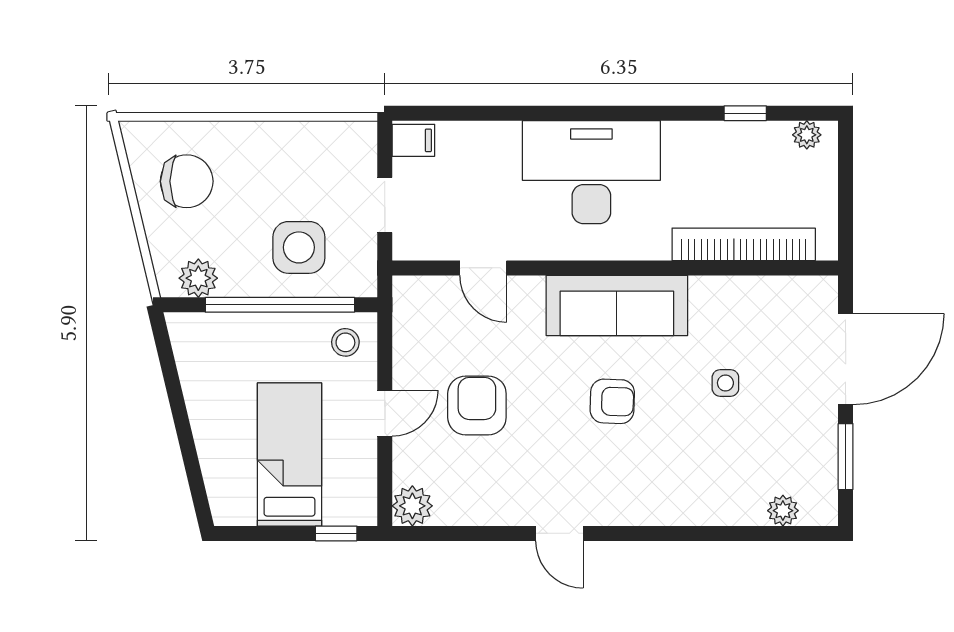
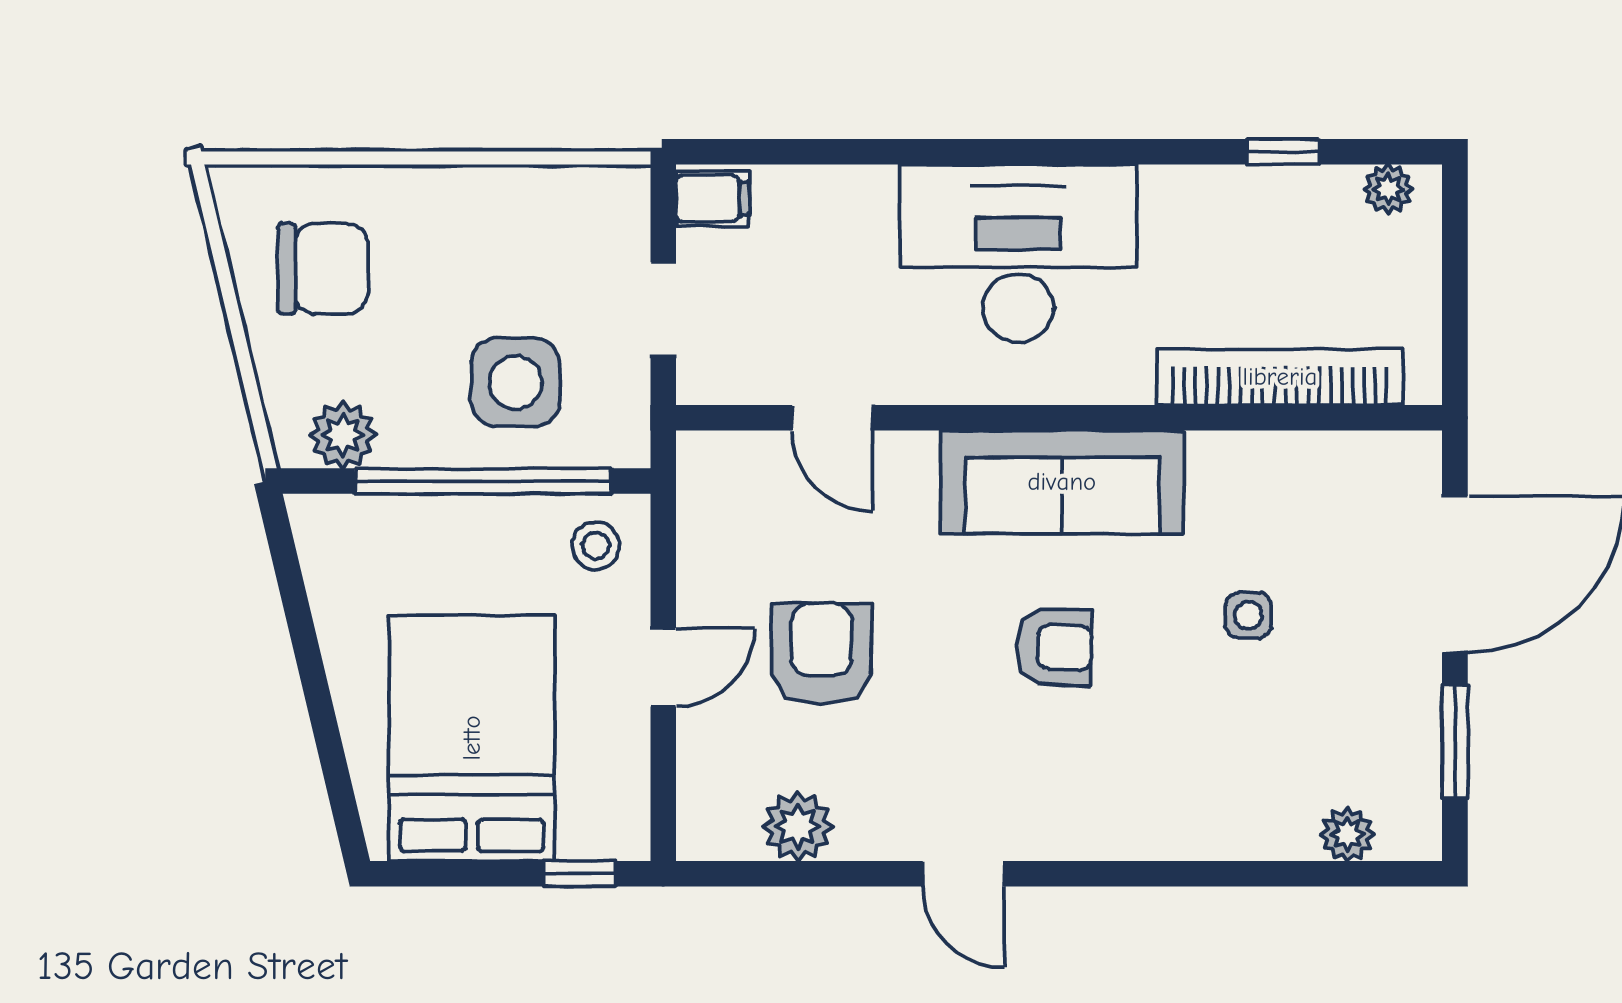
bed: (289, 455) -> (472, 738), width x1.50
plant: (412, 506) -> (798, 826), moved

